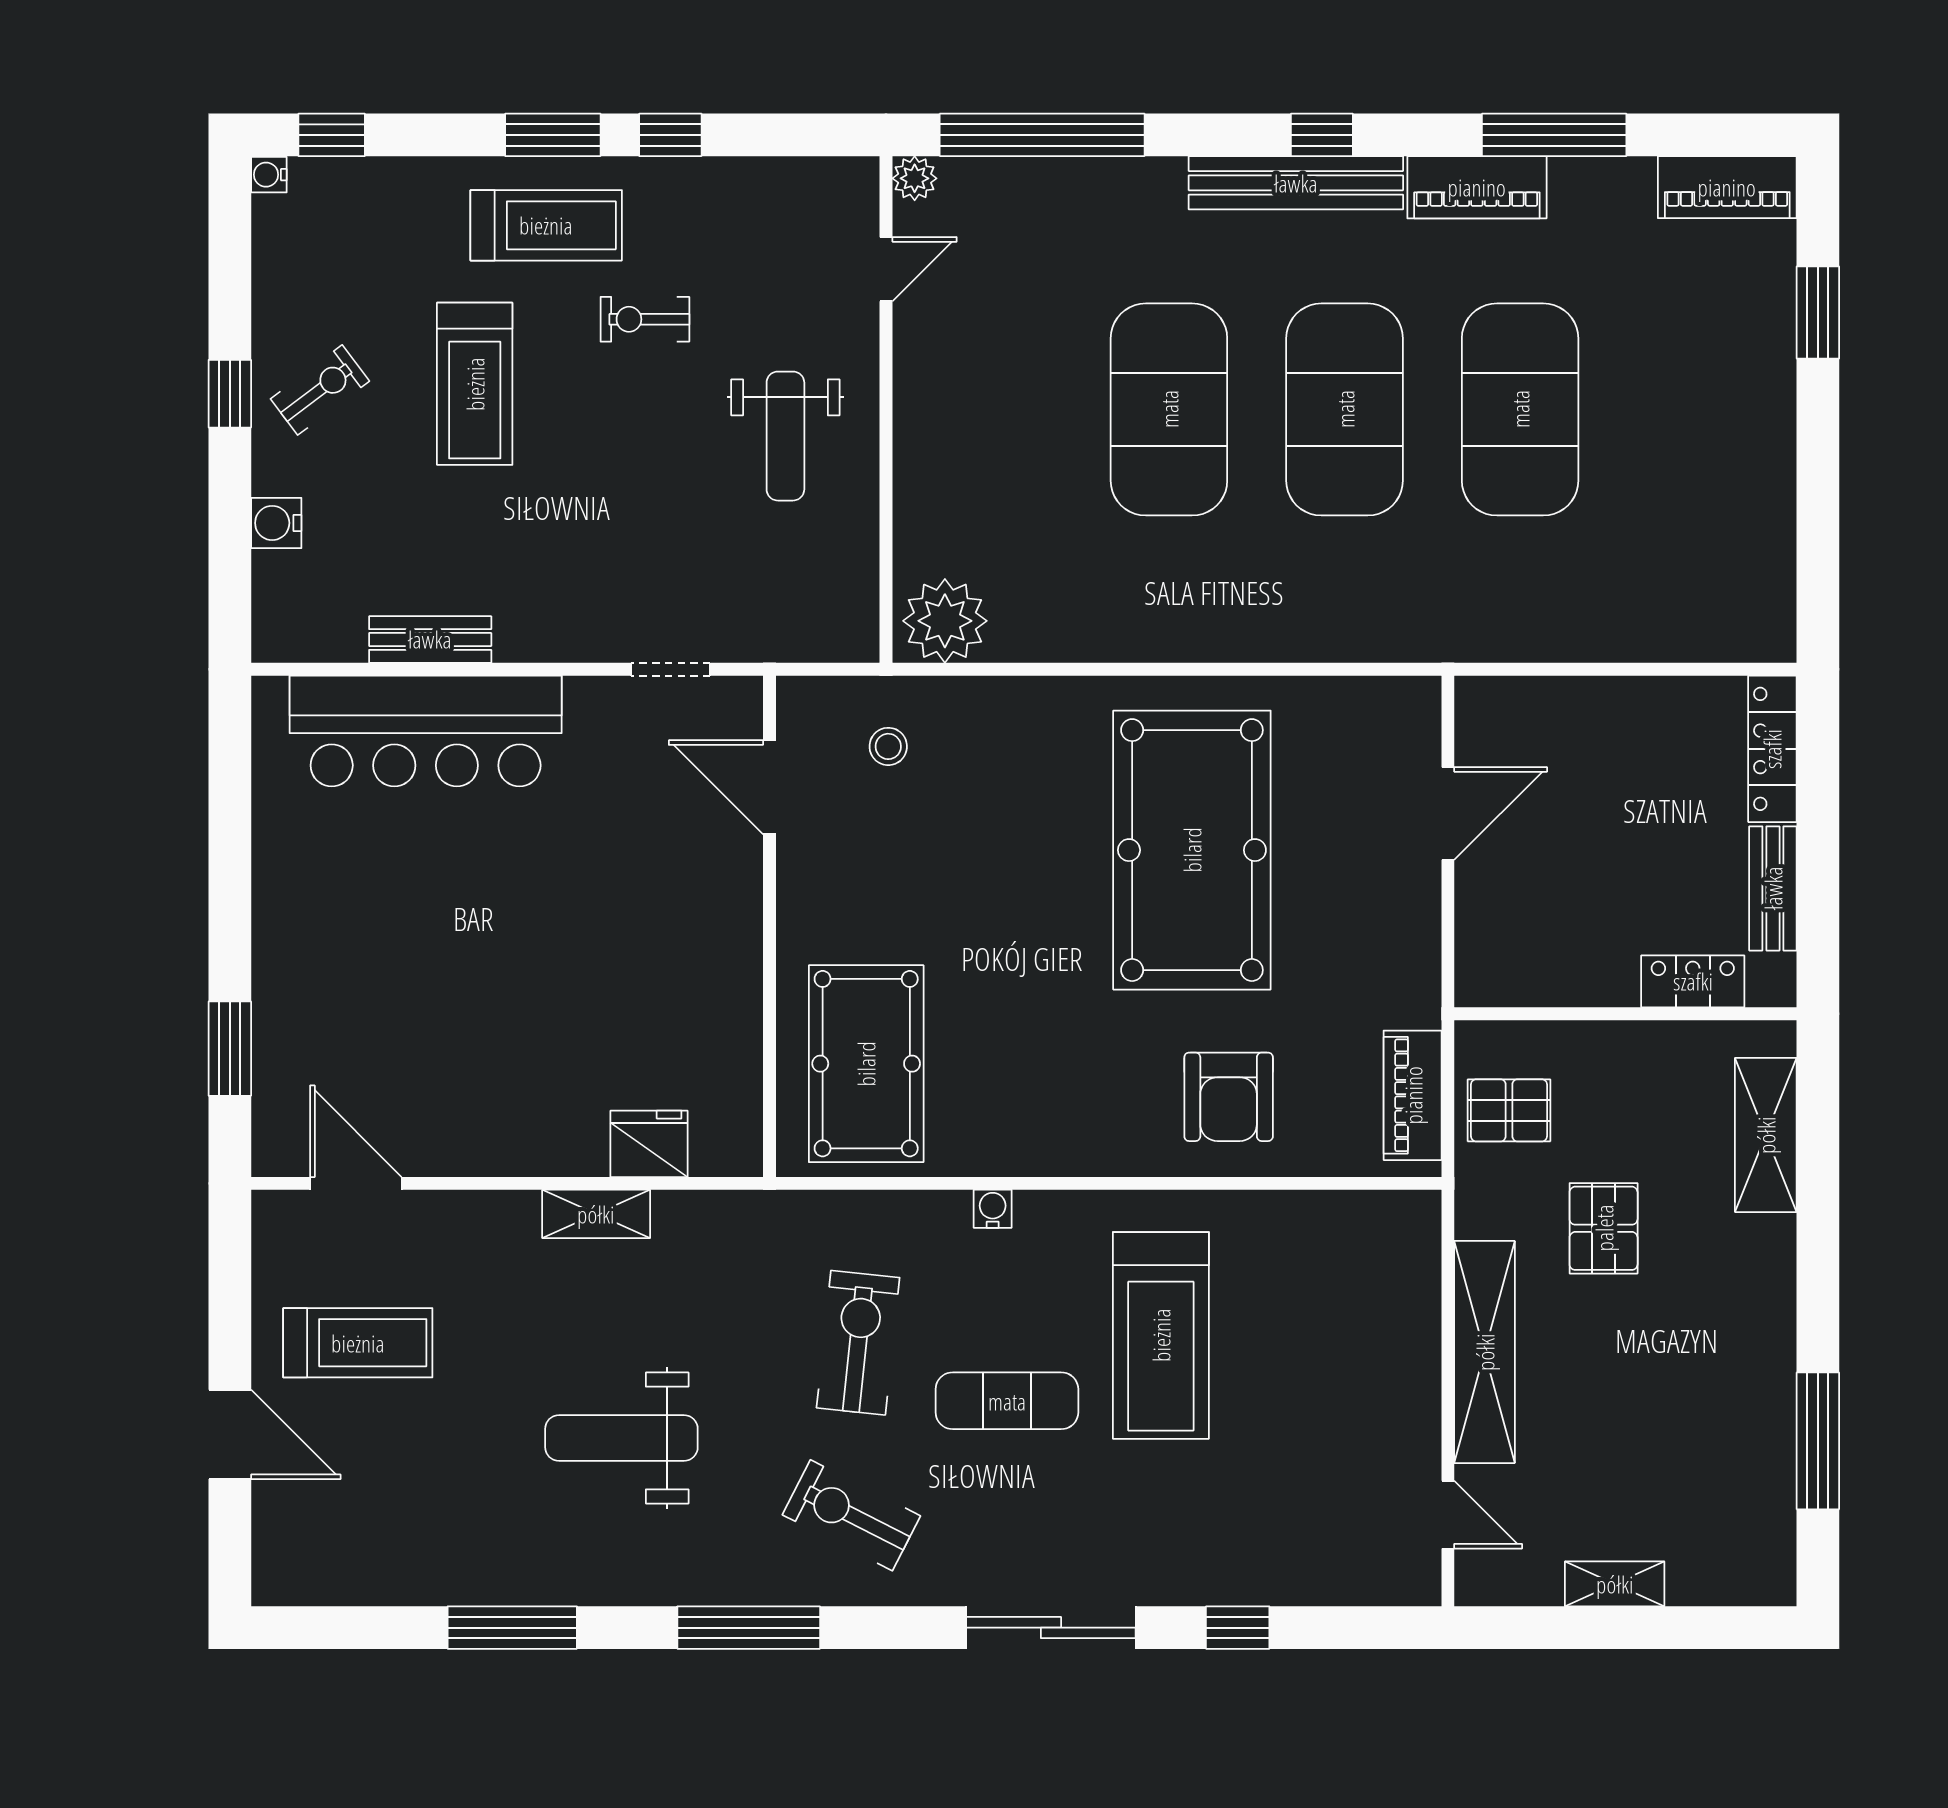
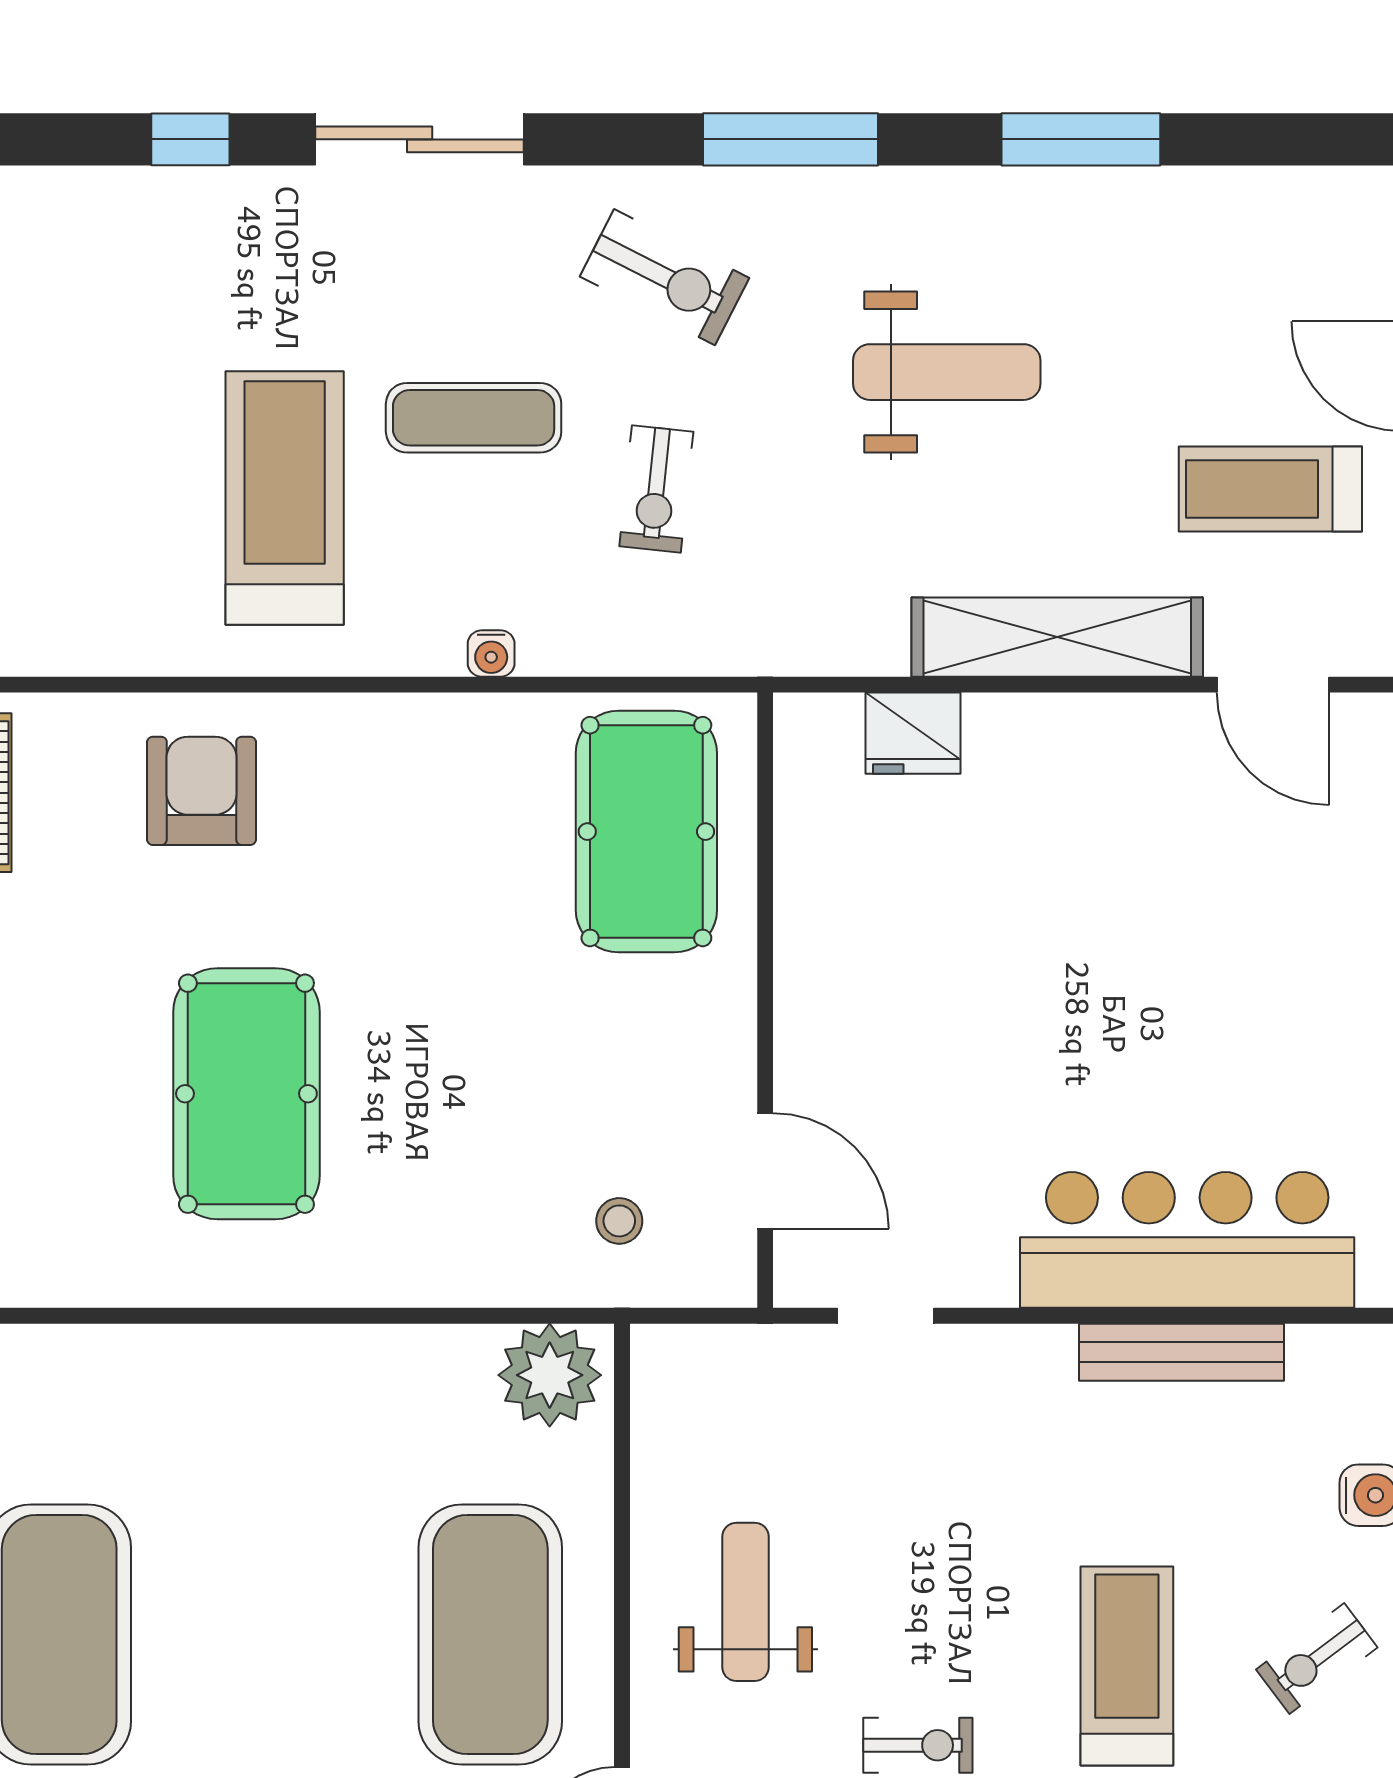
exercise mat: (1169, 409) -> (490, 1635), moved
bench: (430, 639) -> (1182, 1352), width x1.36
pool table: (1192, 850) -> (246, 1094), width x0.73, depth x0.76
shelving: (596, 1214) -> (1057, 637), width x2.20, depth x1.33
exercise bike: (858, 1343) -> (656, 489), width x0.73, depth x0.72

